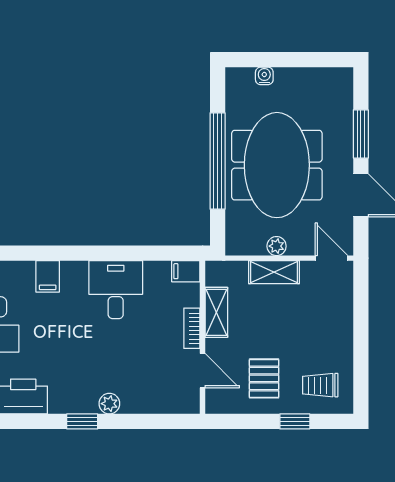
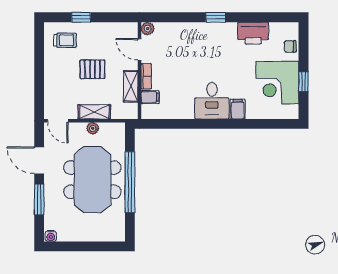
water cooler: (264, 76) -> (51, 236), moved
filing cabinet: (186, 271) -> (150, 97), moved
desk: (116, 290) -> (212, 101), moved
pallet: (264, 378) -> (92, 69), moved, turned 90
plant: (109, 404) -> (148, 29), moved

